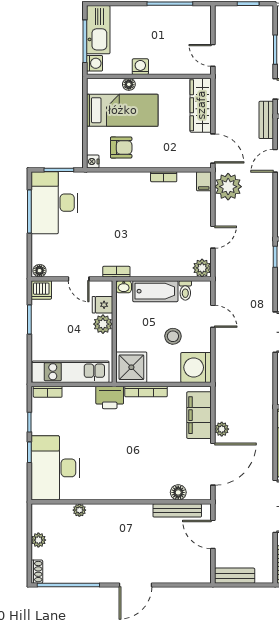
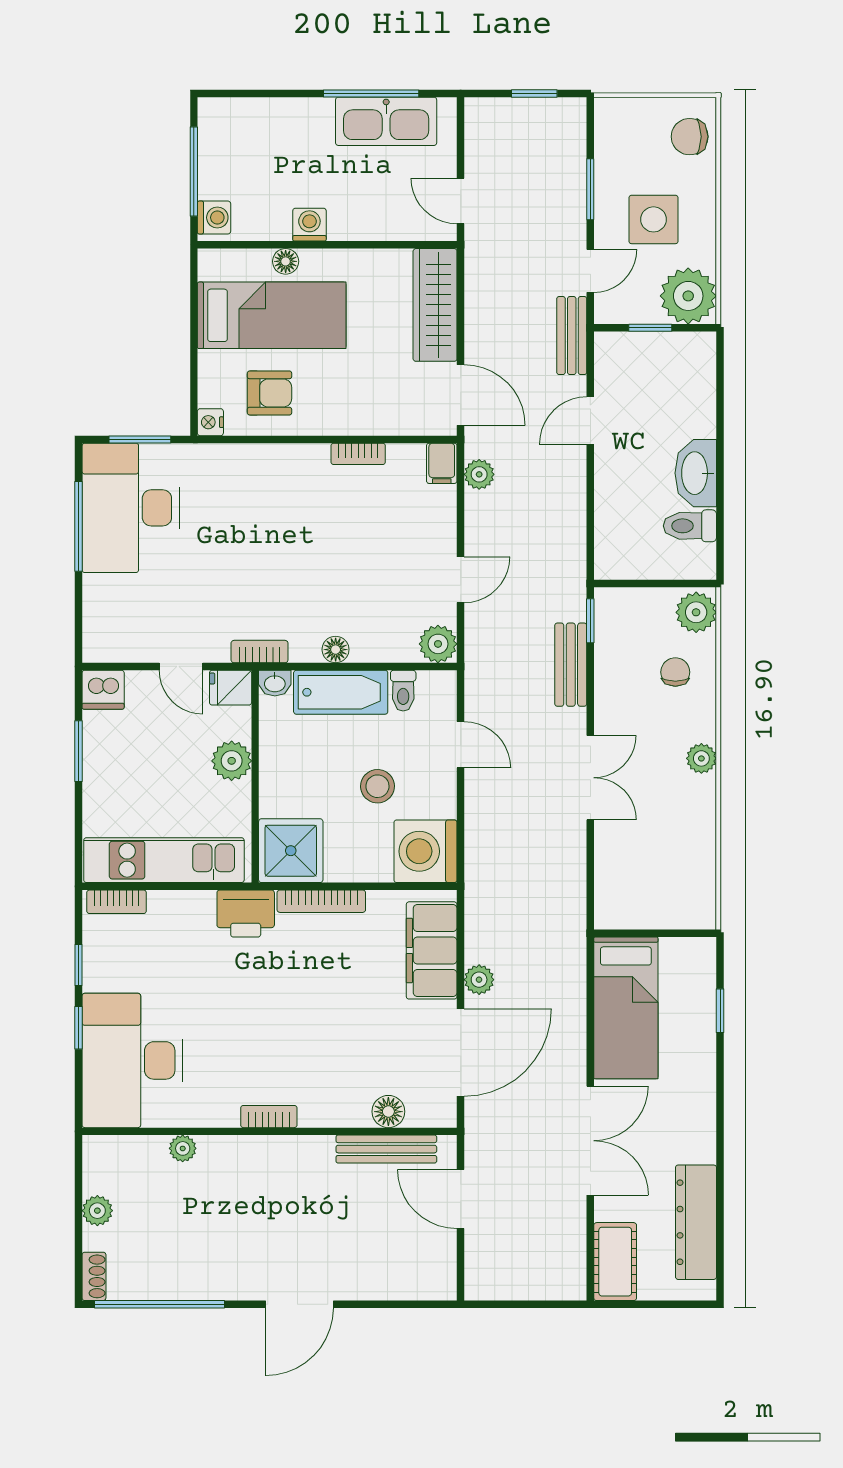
kitchen sink: (98, 30) -> (386, 121), moved, turned 90
plant: (228, 187) -> (479, 474), width x0.53, depth x0.53
floor lamp: (40, 271) -> (336, 650), moved
fridge: (102, 305) -> (231, 688), moved
bookcase: (121, 495) -> (269, 1117), added
bench: (235, 576) -> (571, 665), moved, turned 90

